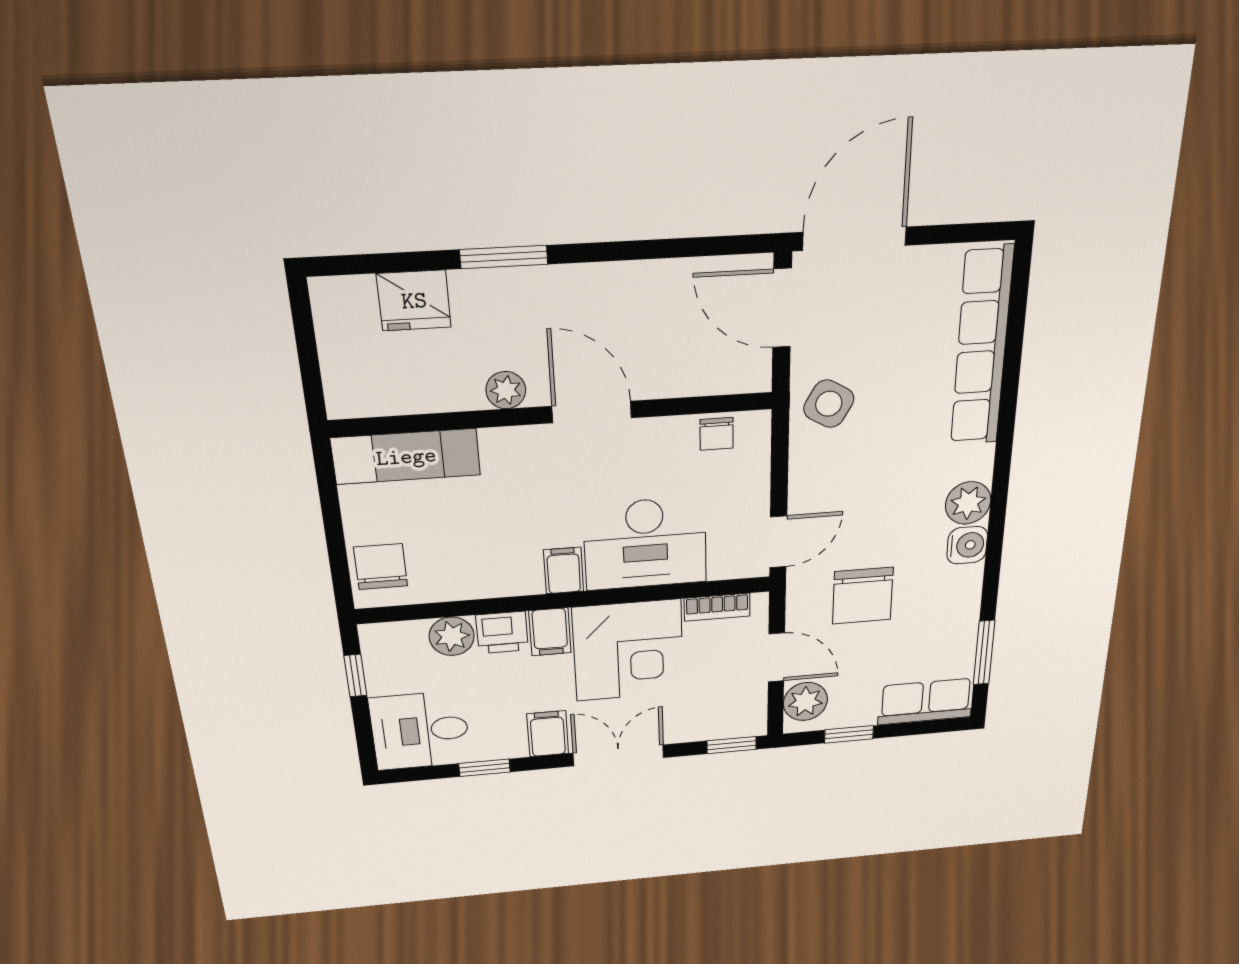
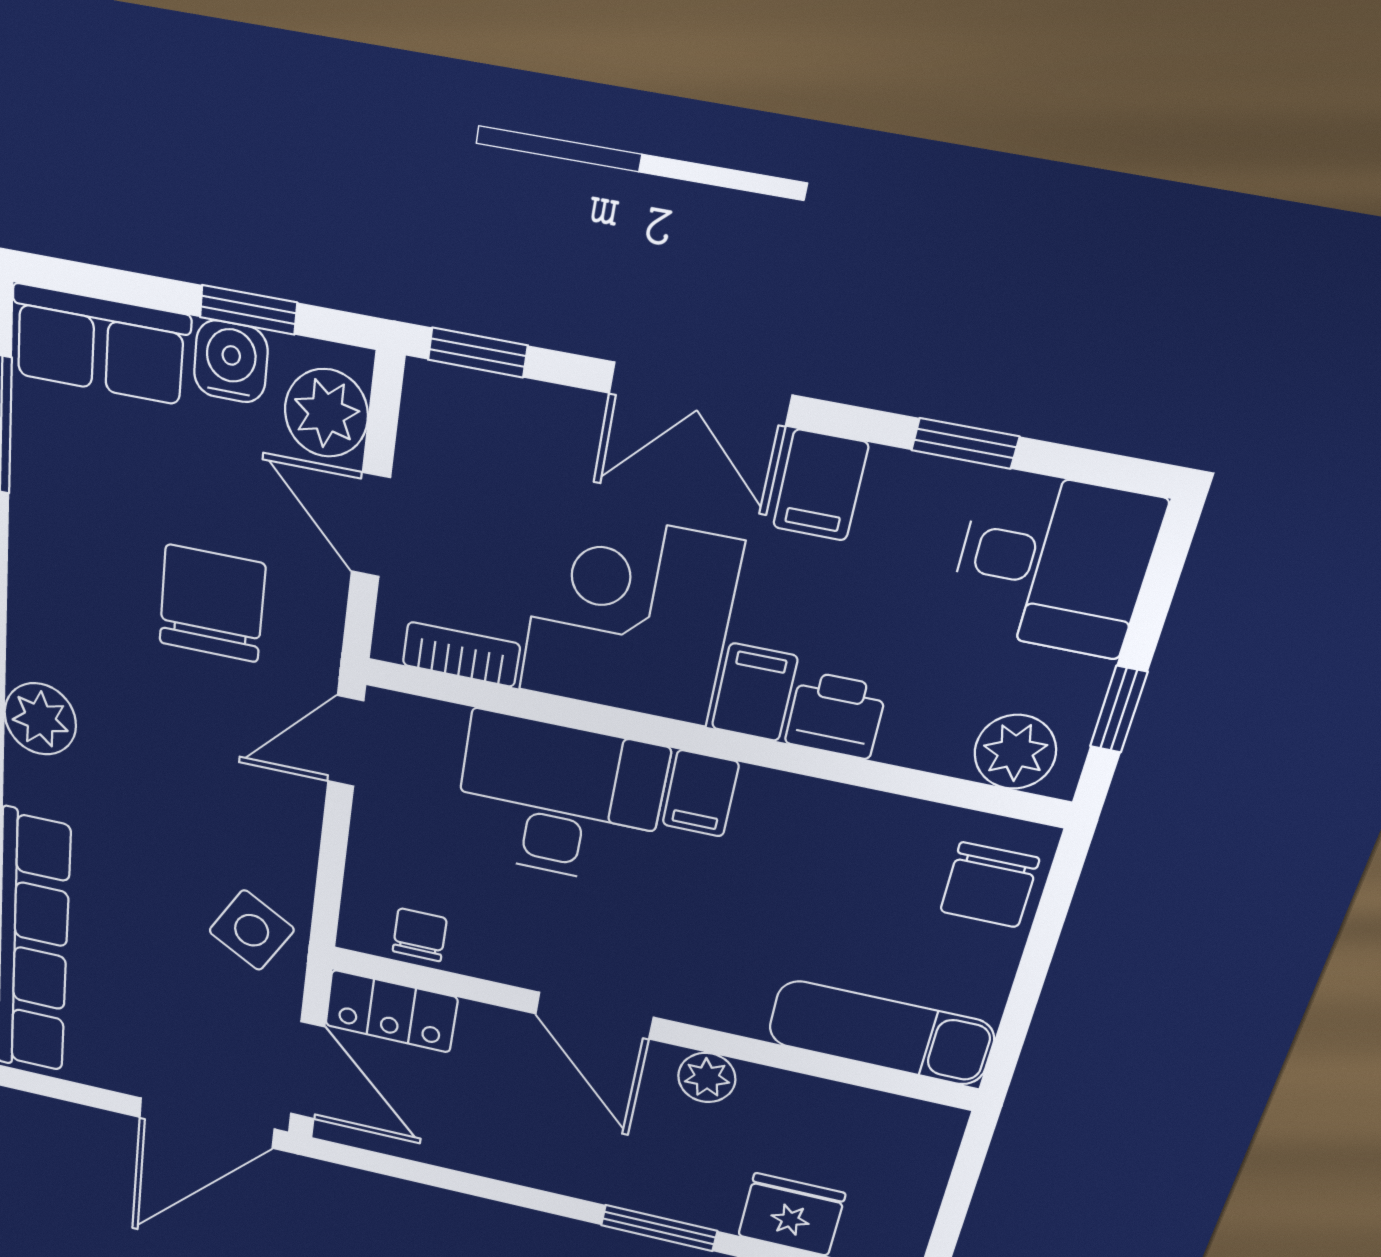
locker: (728, 373) -> (391, 1011), added
water cooler: (967, 545) -> (231, 361), moved, turned 90
plant: (452, 636) -> (1015, 752), moved

